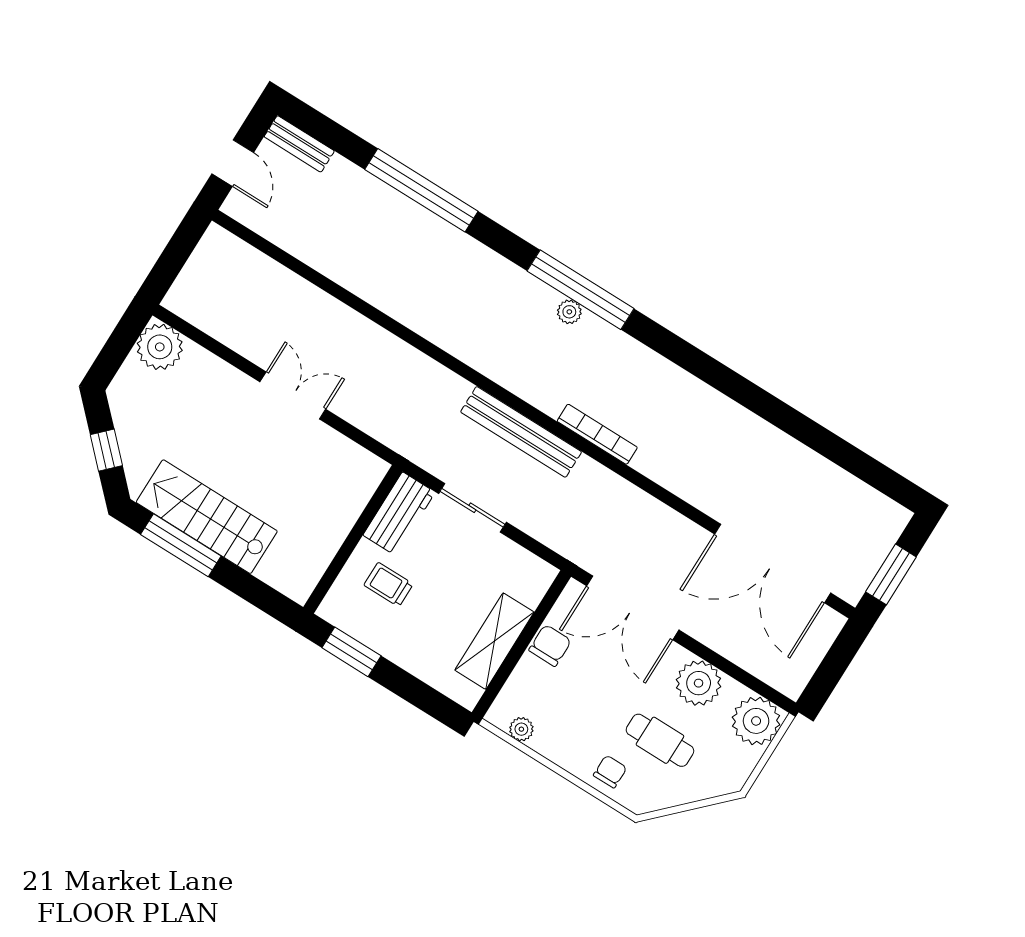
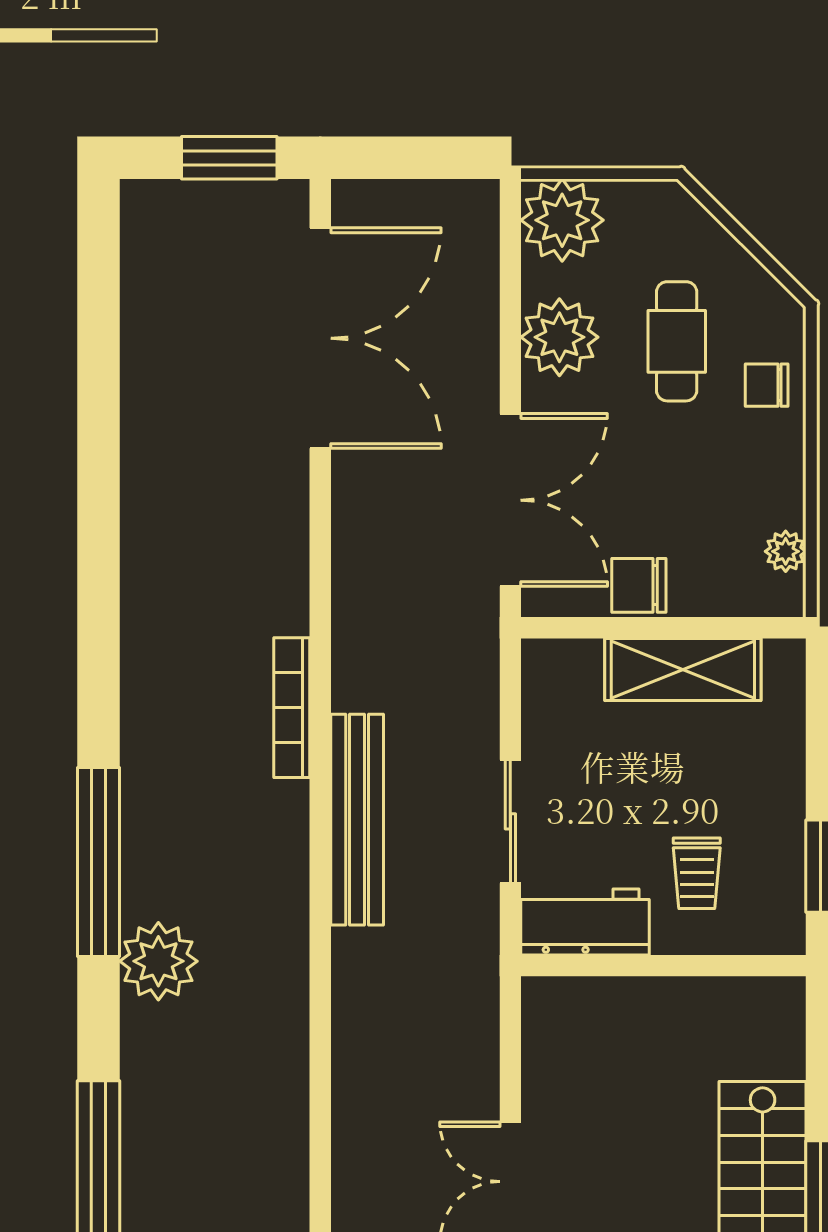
plant: (569, 312) -> (158, 961), moved, width x1.88, depth x1.88

